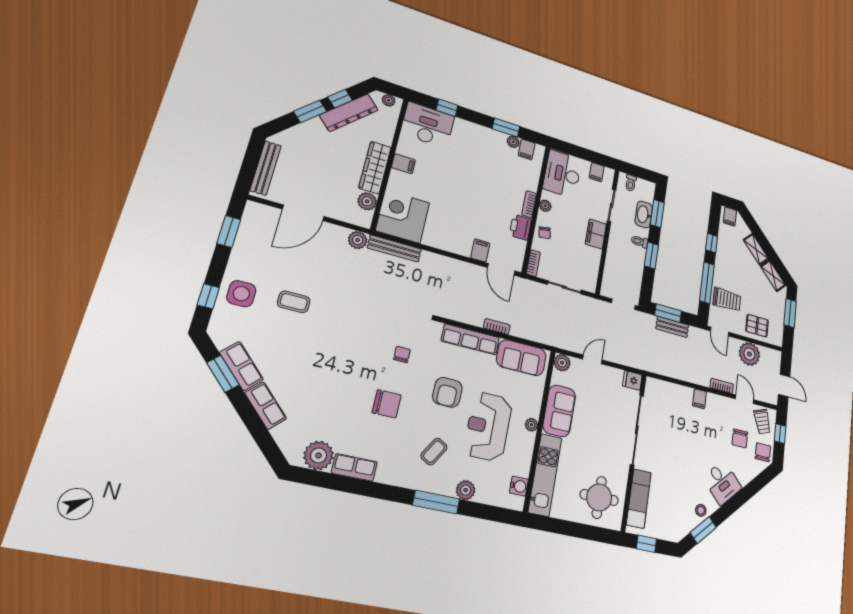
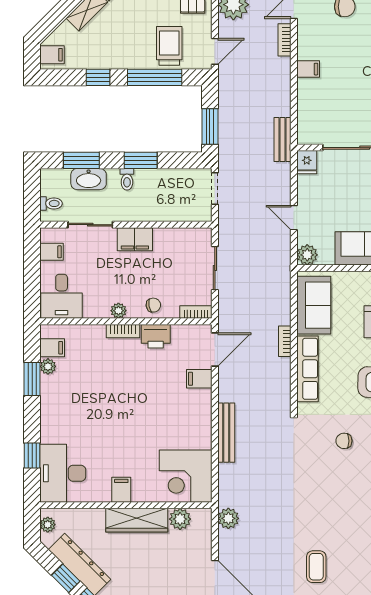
desk: (562, 174) -> (62, 296), width x0.73
bench: (394, 248) -> (226, 433), moved
bench: (672, 327) -> (283, 139), moved

